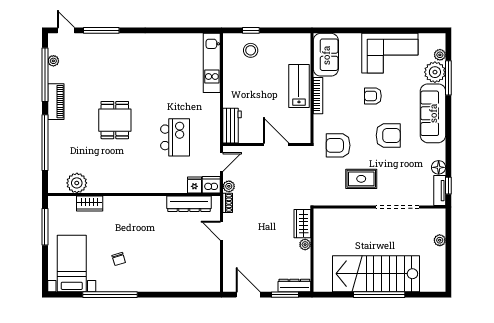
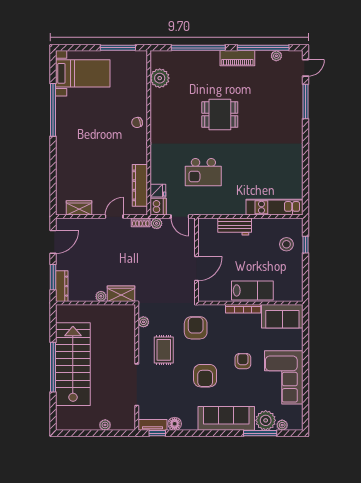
workbench: (232, 126) -> (235, 227), moved
plant: (332, 200) -> (143, 322), added
wardrobe: (90, 203) -> (79, 208), moved, turned 90
chair: (119, 259) -> (137, 122), moved

